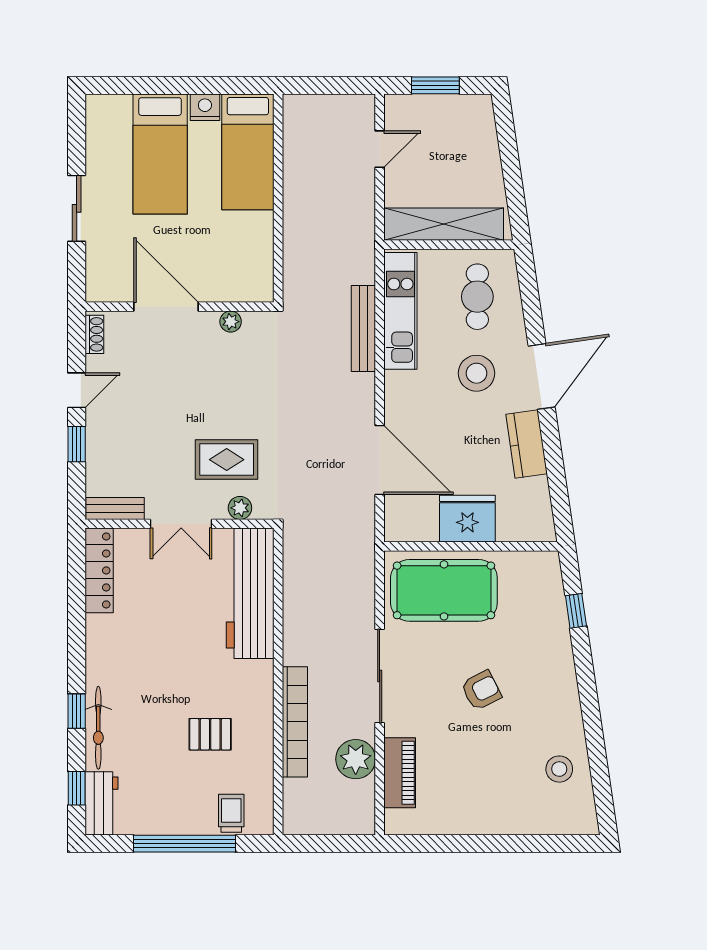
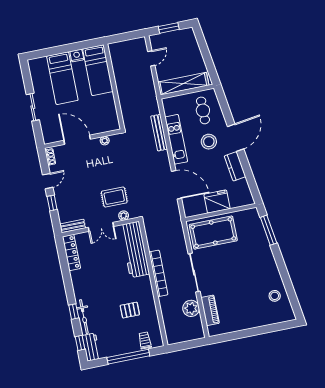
kitchen unit: (400, 311) -> (176, 139), moved
window: (576, 611) -> (269, 230), width x2.17
armchair: (481, 690) -> (237, 270), removed
bookcase: (295, 722) -> (158, 273), moved

